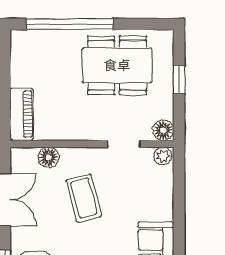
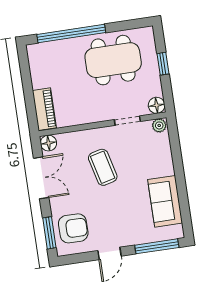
floor lamp: (48, 157) -> (48, 143), moved

